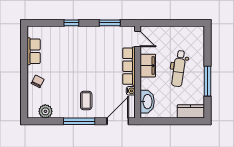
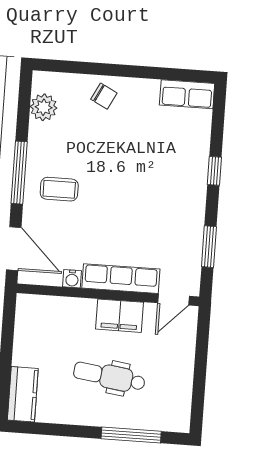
row of seats: (34, 51) -> (187, 94), moved
window: (207, 81) -> (131, 435), moved
washbasin: (147, 102) -> (48, 309), removed

